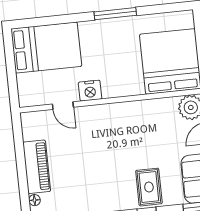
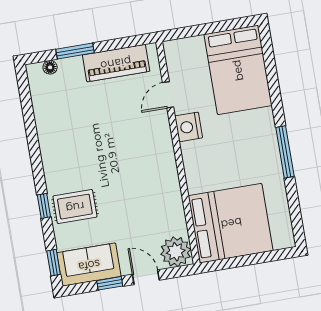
piano: (37, 167) -> (116, 63), moved
window: (23, 179) -> (75, 51), added

